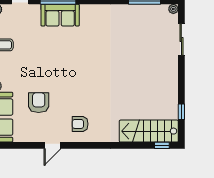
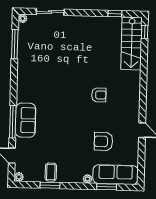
armchair: (80, 124) -> (99, 95), moved, turned -90

